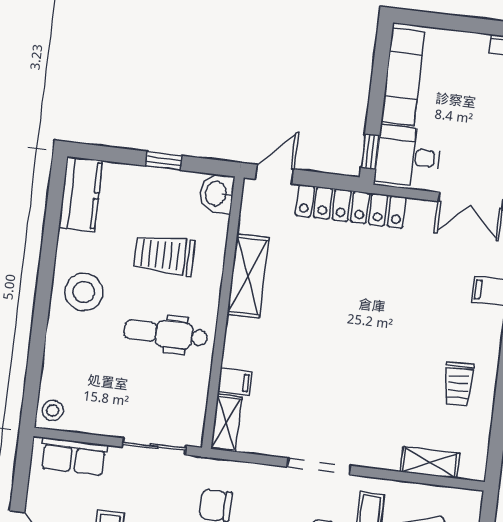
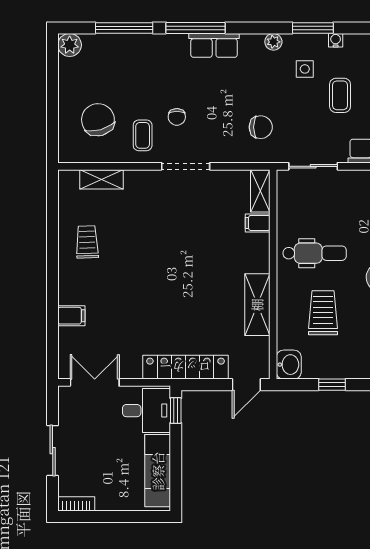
trolley: (164, 255) -> (323, 313), turned -90

